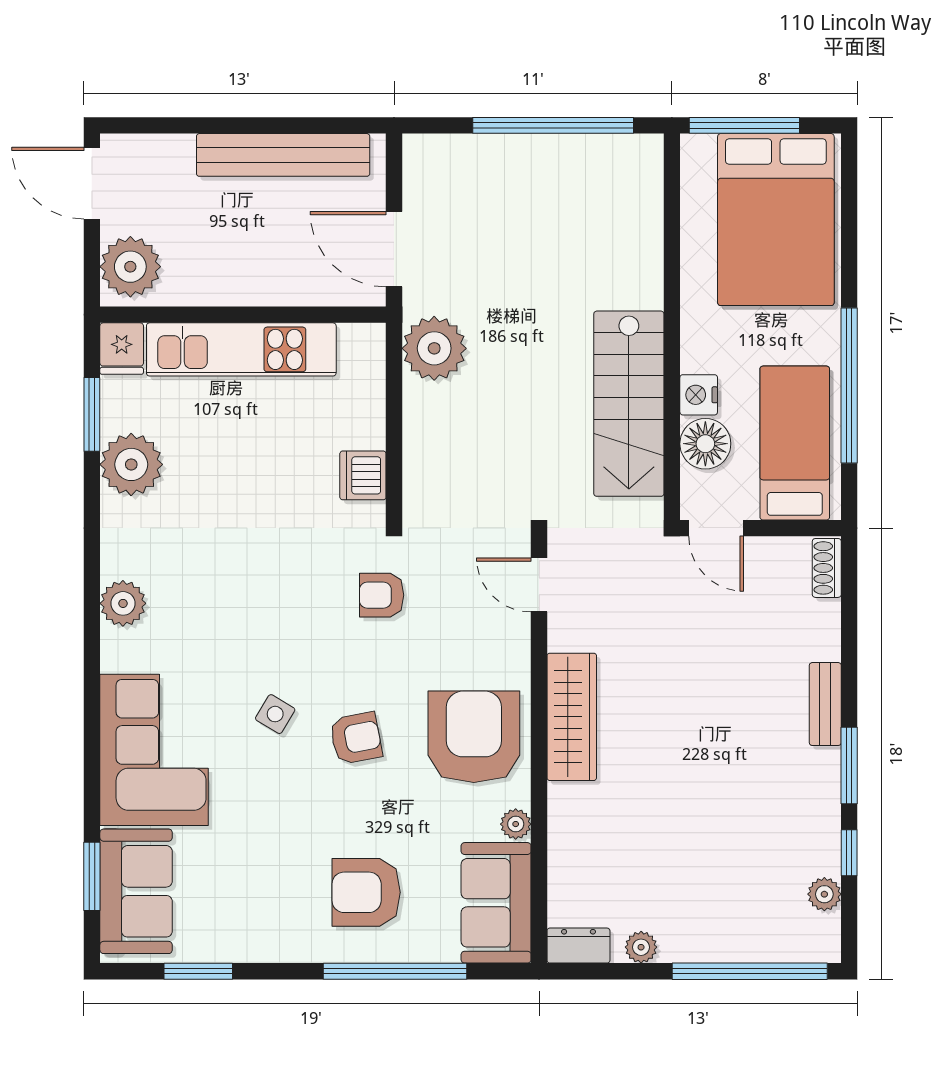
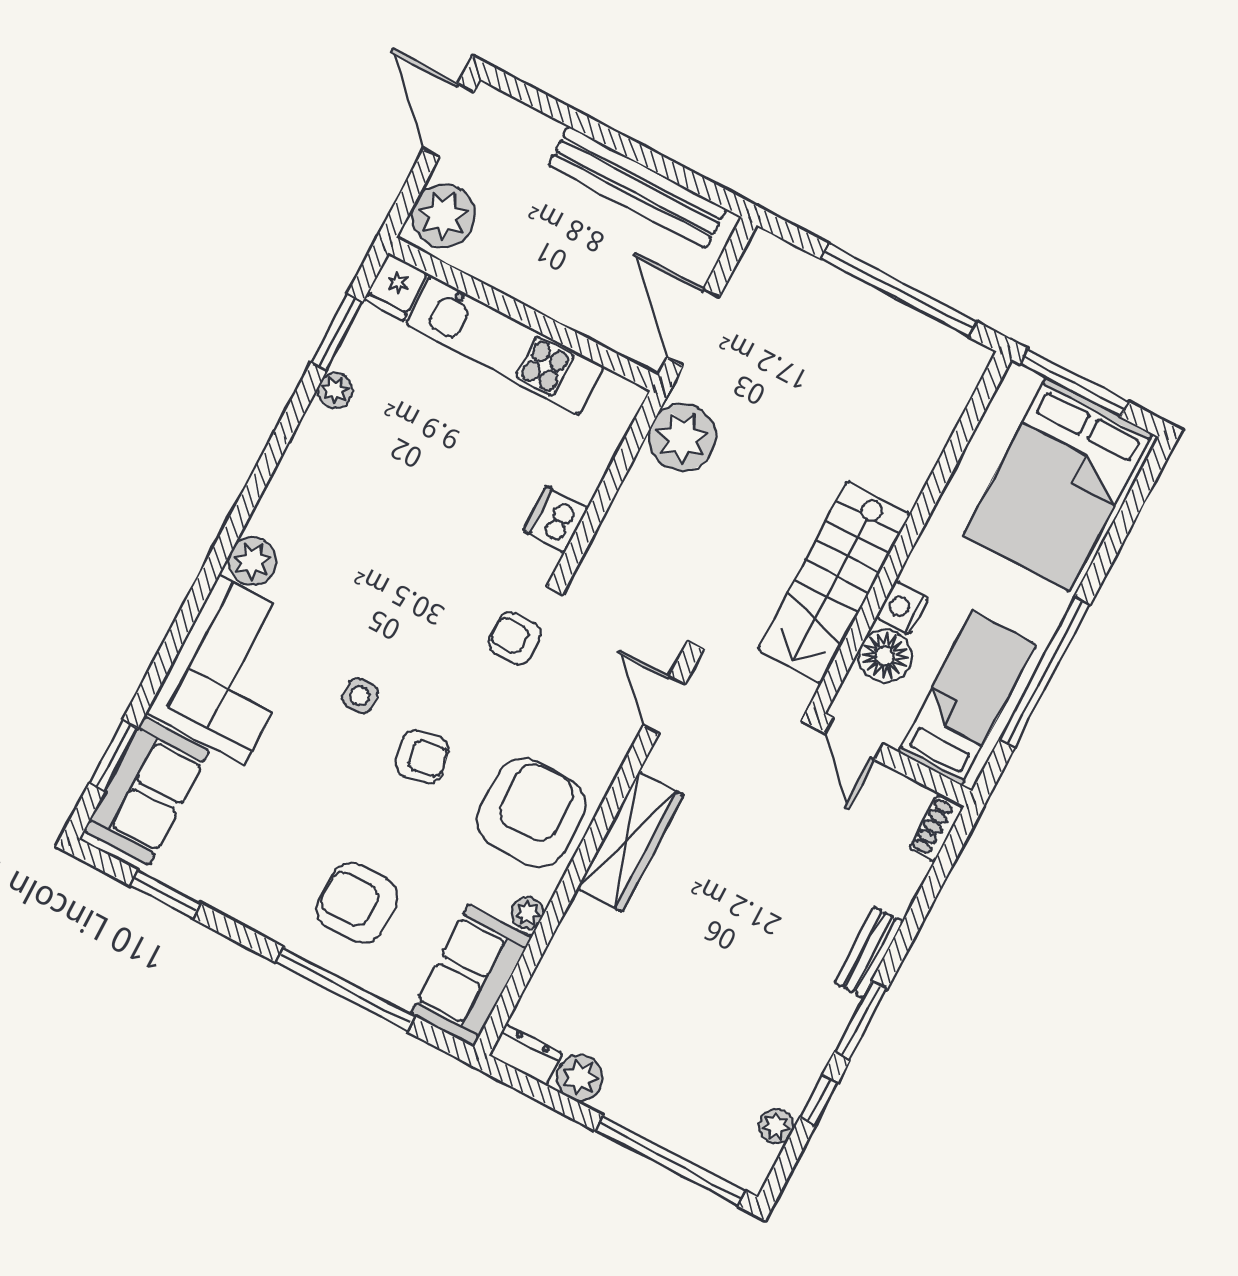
plant: (131, 464) -> (335, 390), width x0.53, depth x0.53
plant: (123, 603) -> (252, 561), moved
side table: (275, 714) -> (360, 696), turned -31
plant: (641, 947) -> (580, 1078), width x1.38, depth x1.38

